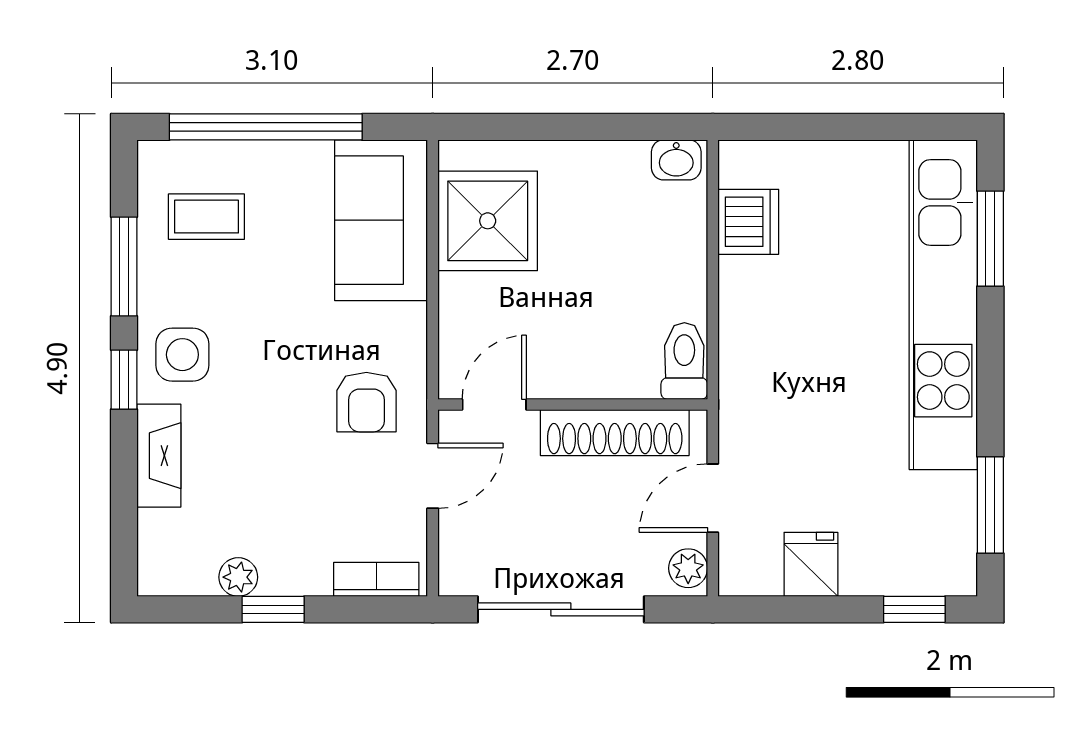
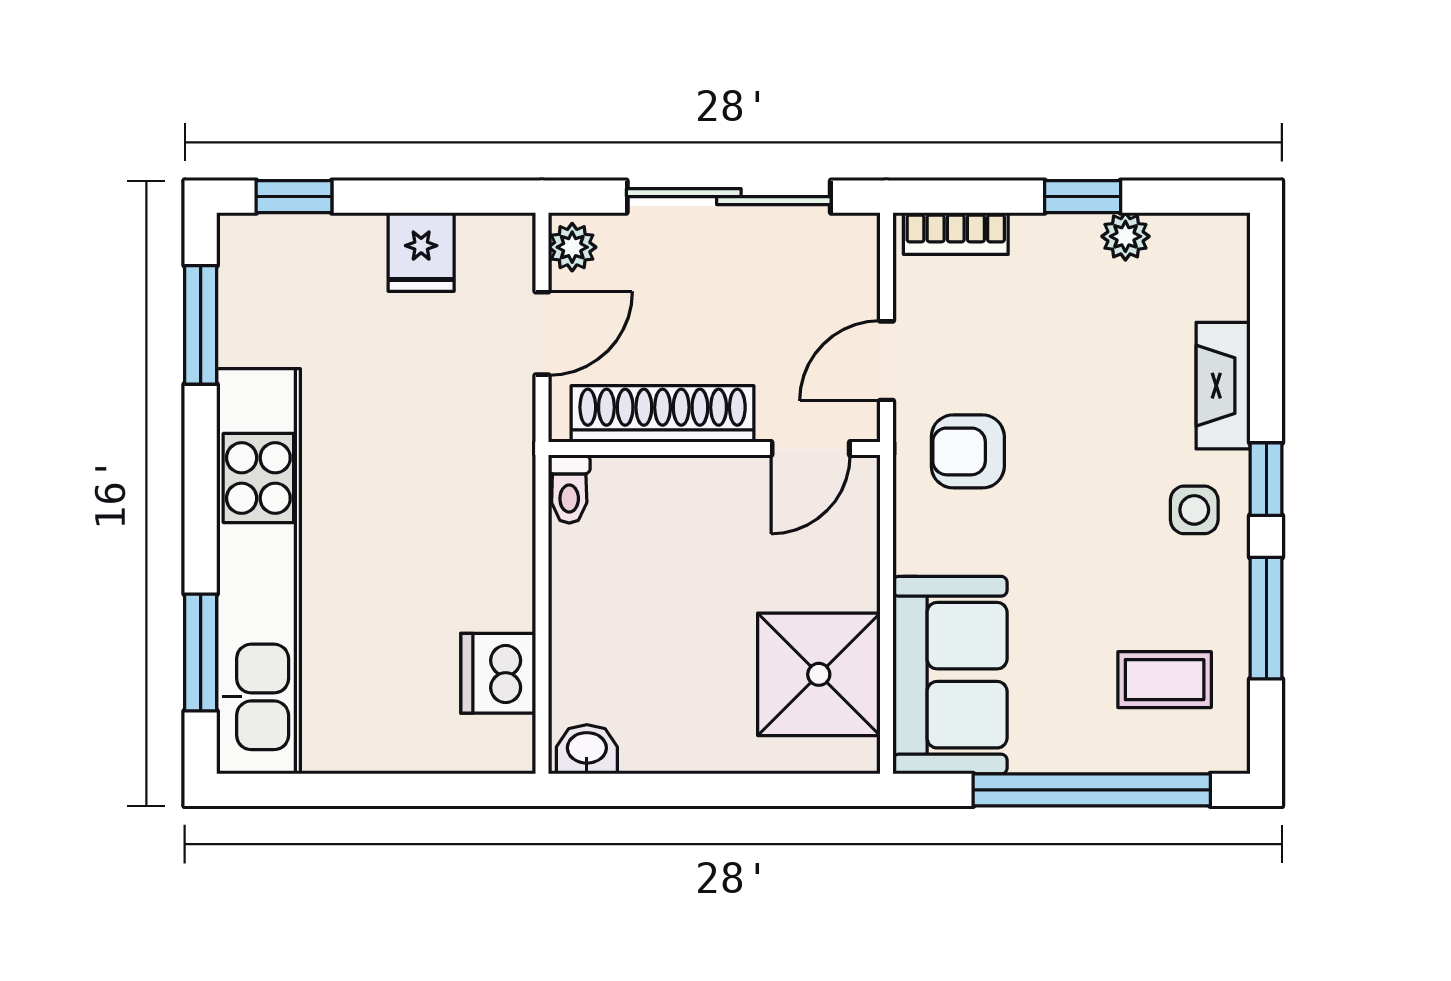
side table: (182, 355) -> (1194, 510), width x0.73, depth x0.73
toilet: (684, 361) -> (569, 489), width x0.73, depth x0.72
armchair: (366, 402) -> (968, 451), turned -90

